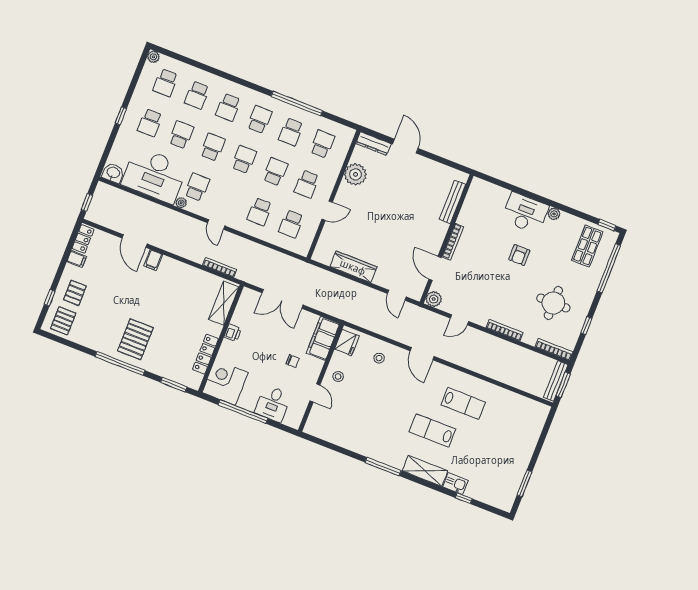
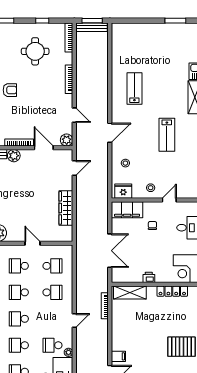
school desk: (307, 184) -> (19, 266), turned 180
plant: (440, 229) -> (14, 156), added
door: (435, 268) -> (44, 148), swing flipped
lab bench: (432, 430) -> (167, 135), moved

